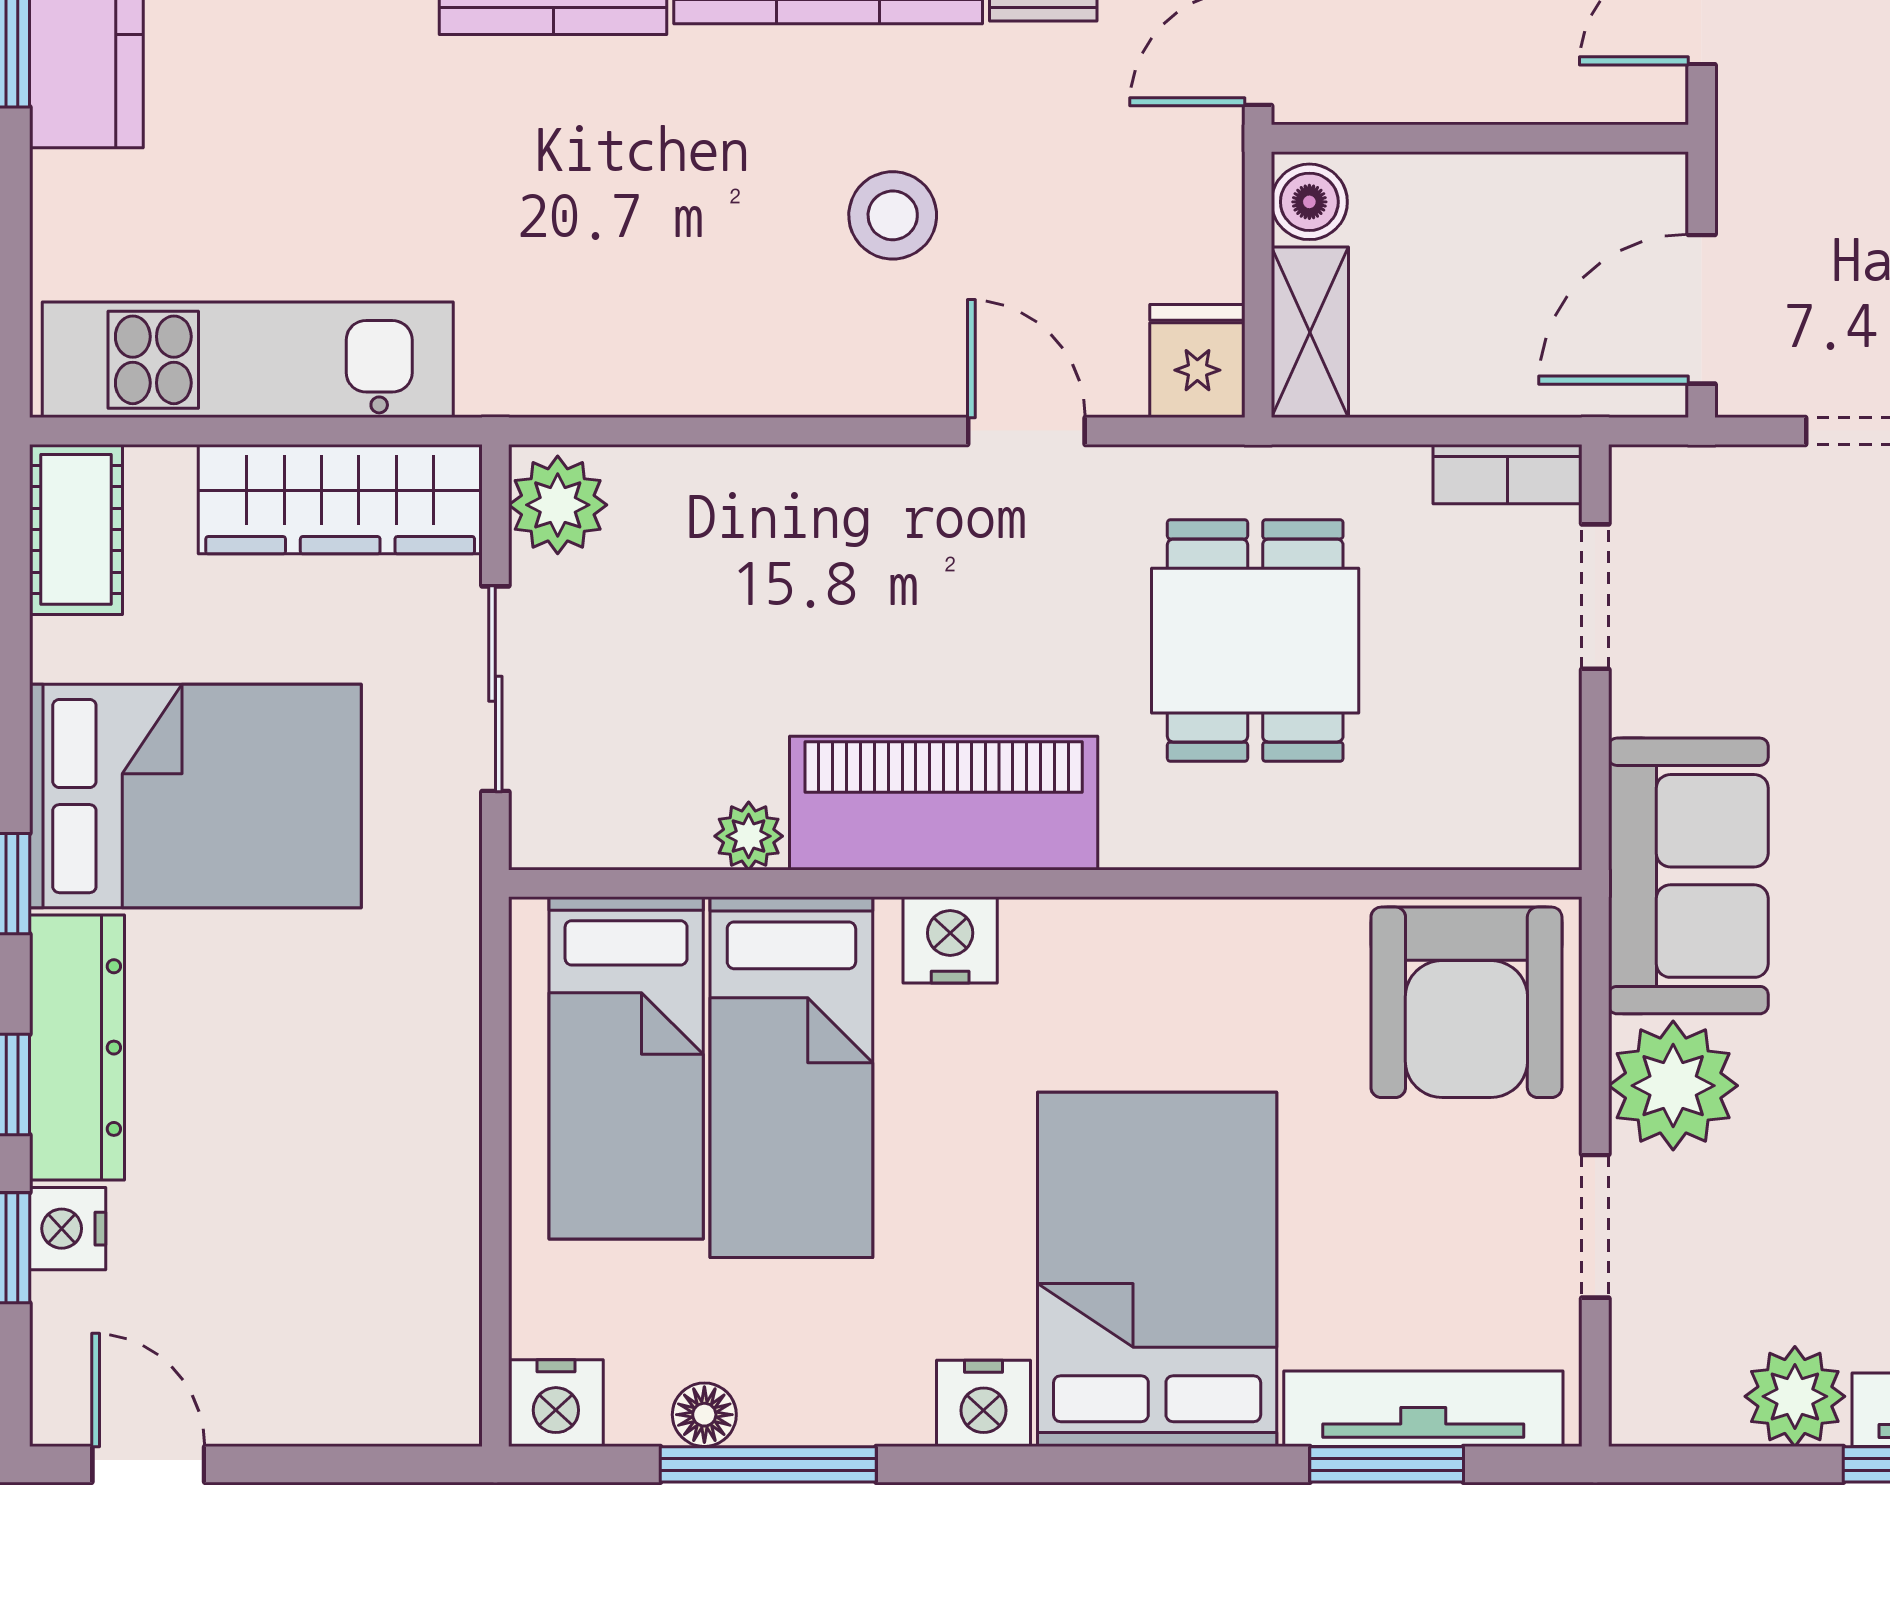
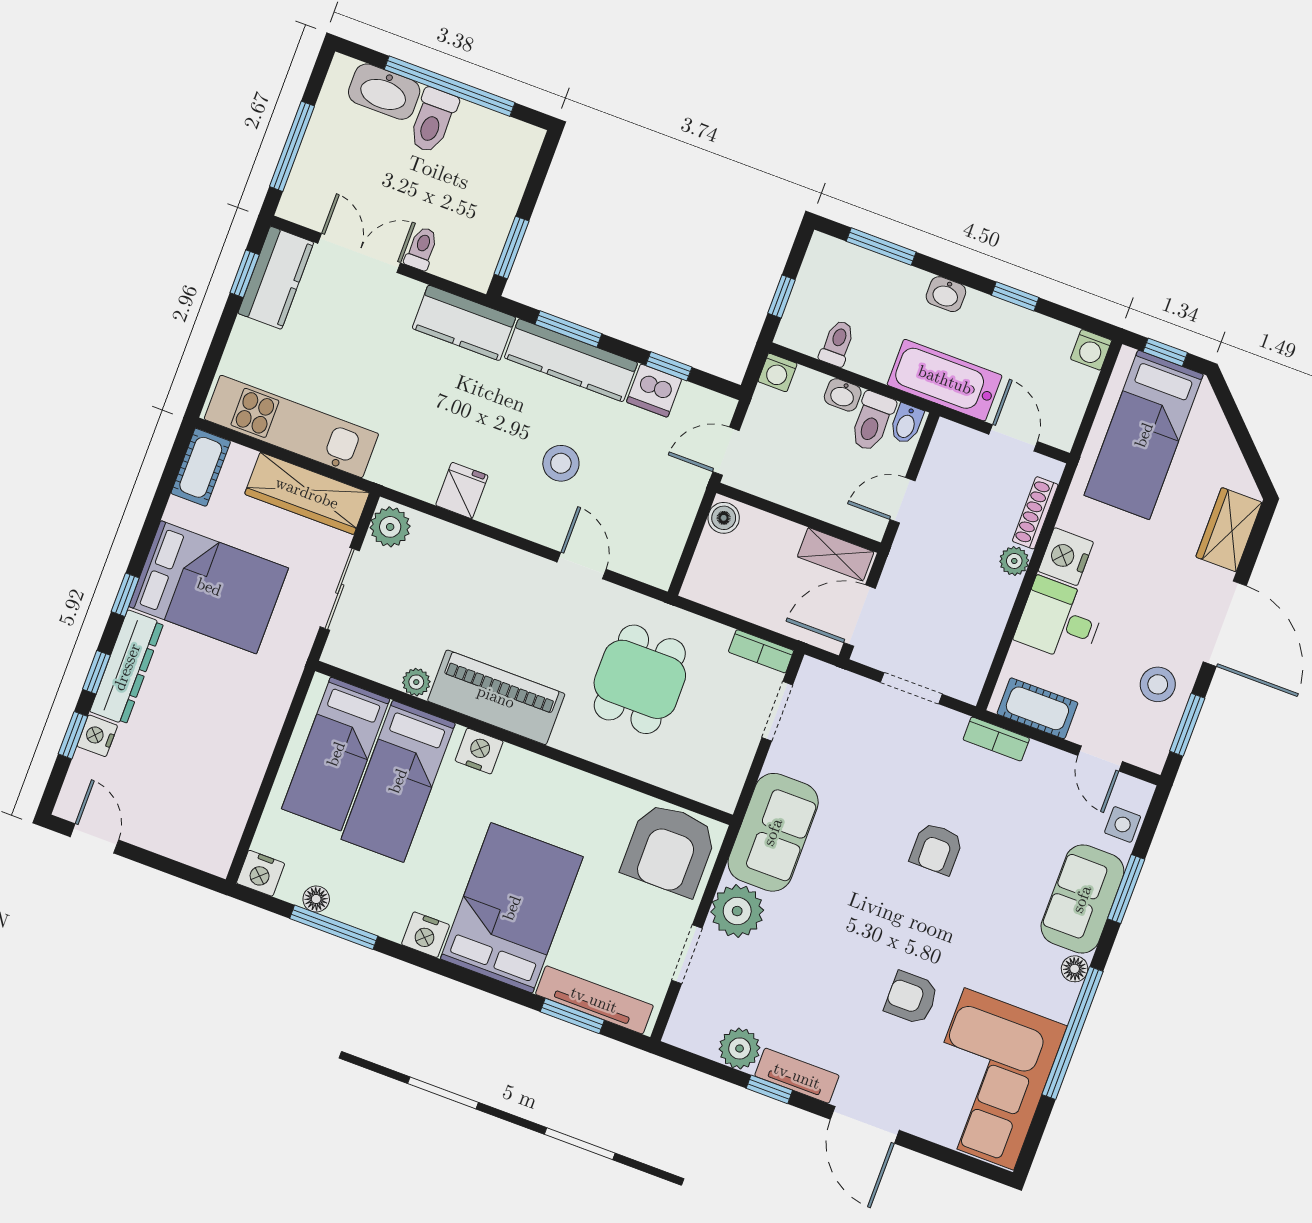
shelving: (1310, 332) -> (836, 554), moved, turned 90
fridge: (1197, 361) -> (462, 490), moved

